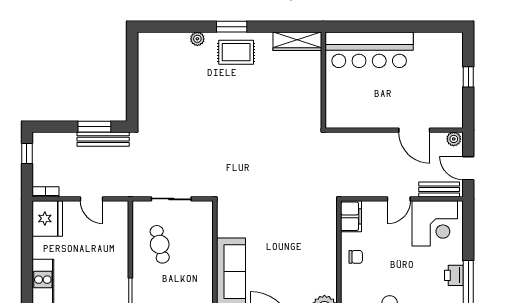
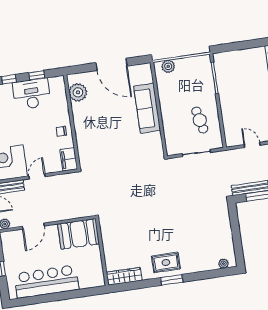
plant: (197, 39) -> (223, 264), moved
bar counter: (369, 50) -> (47, 282), moved
booth: (352, 110) -> (79, 234), added
door: (414, 130) -> (33, 226), swing flipped

